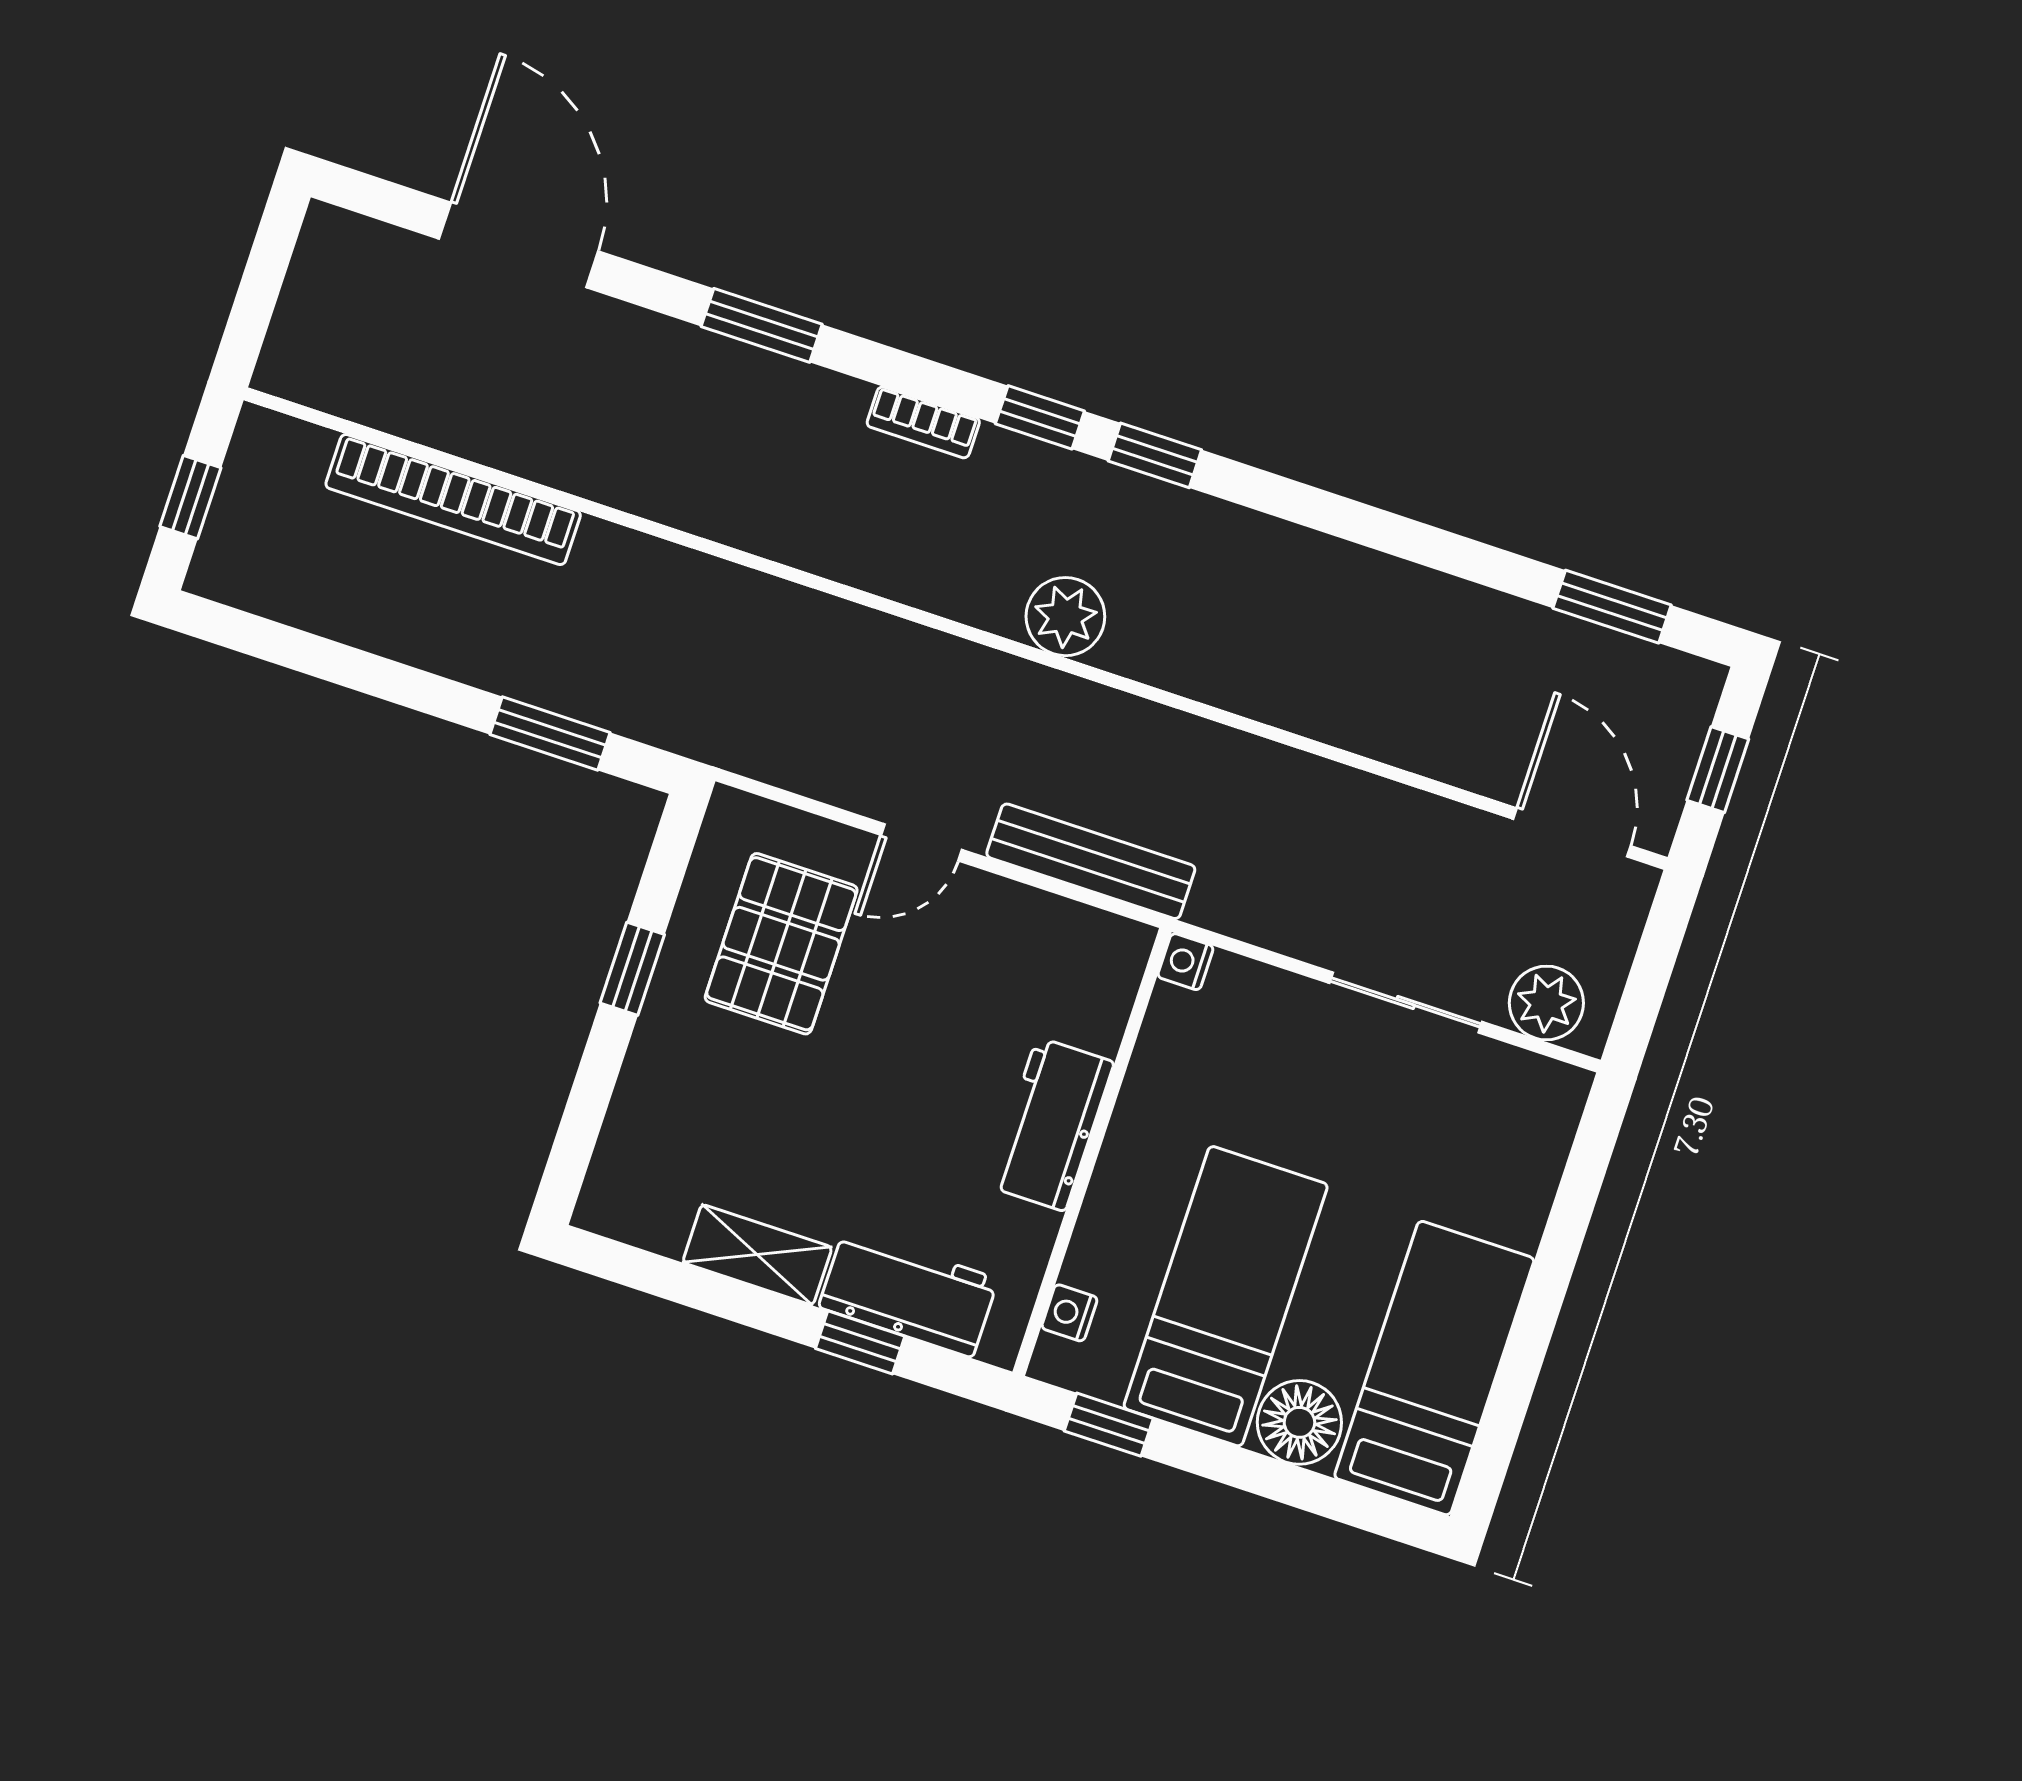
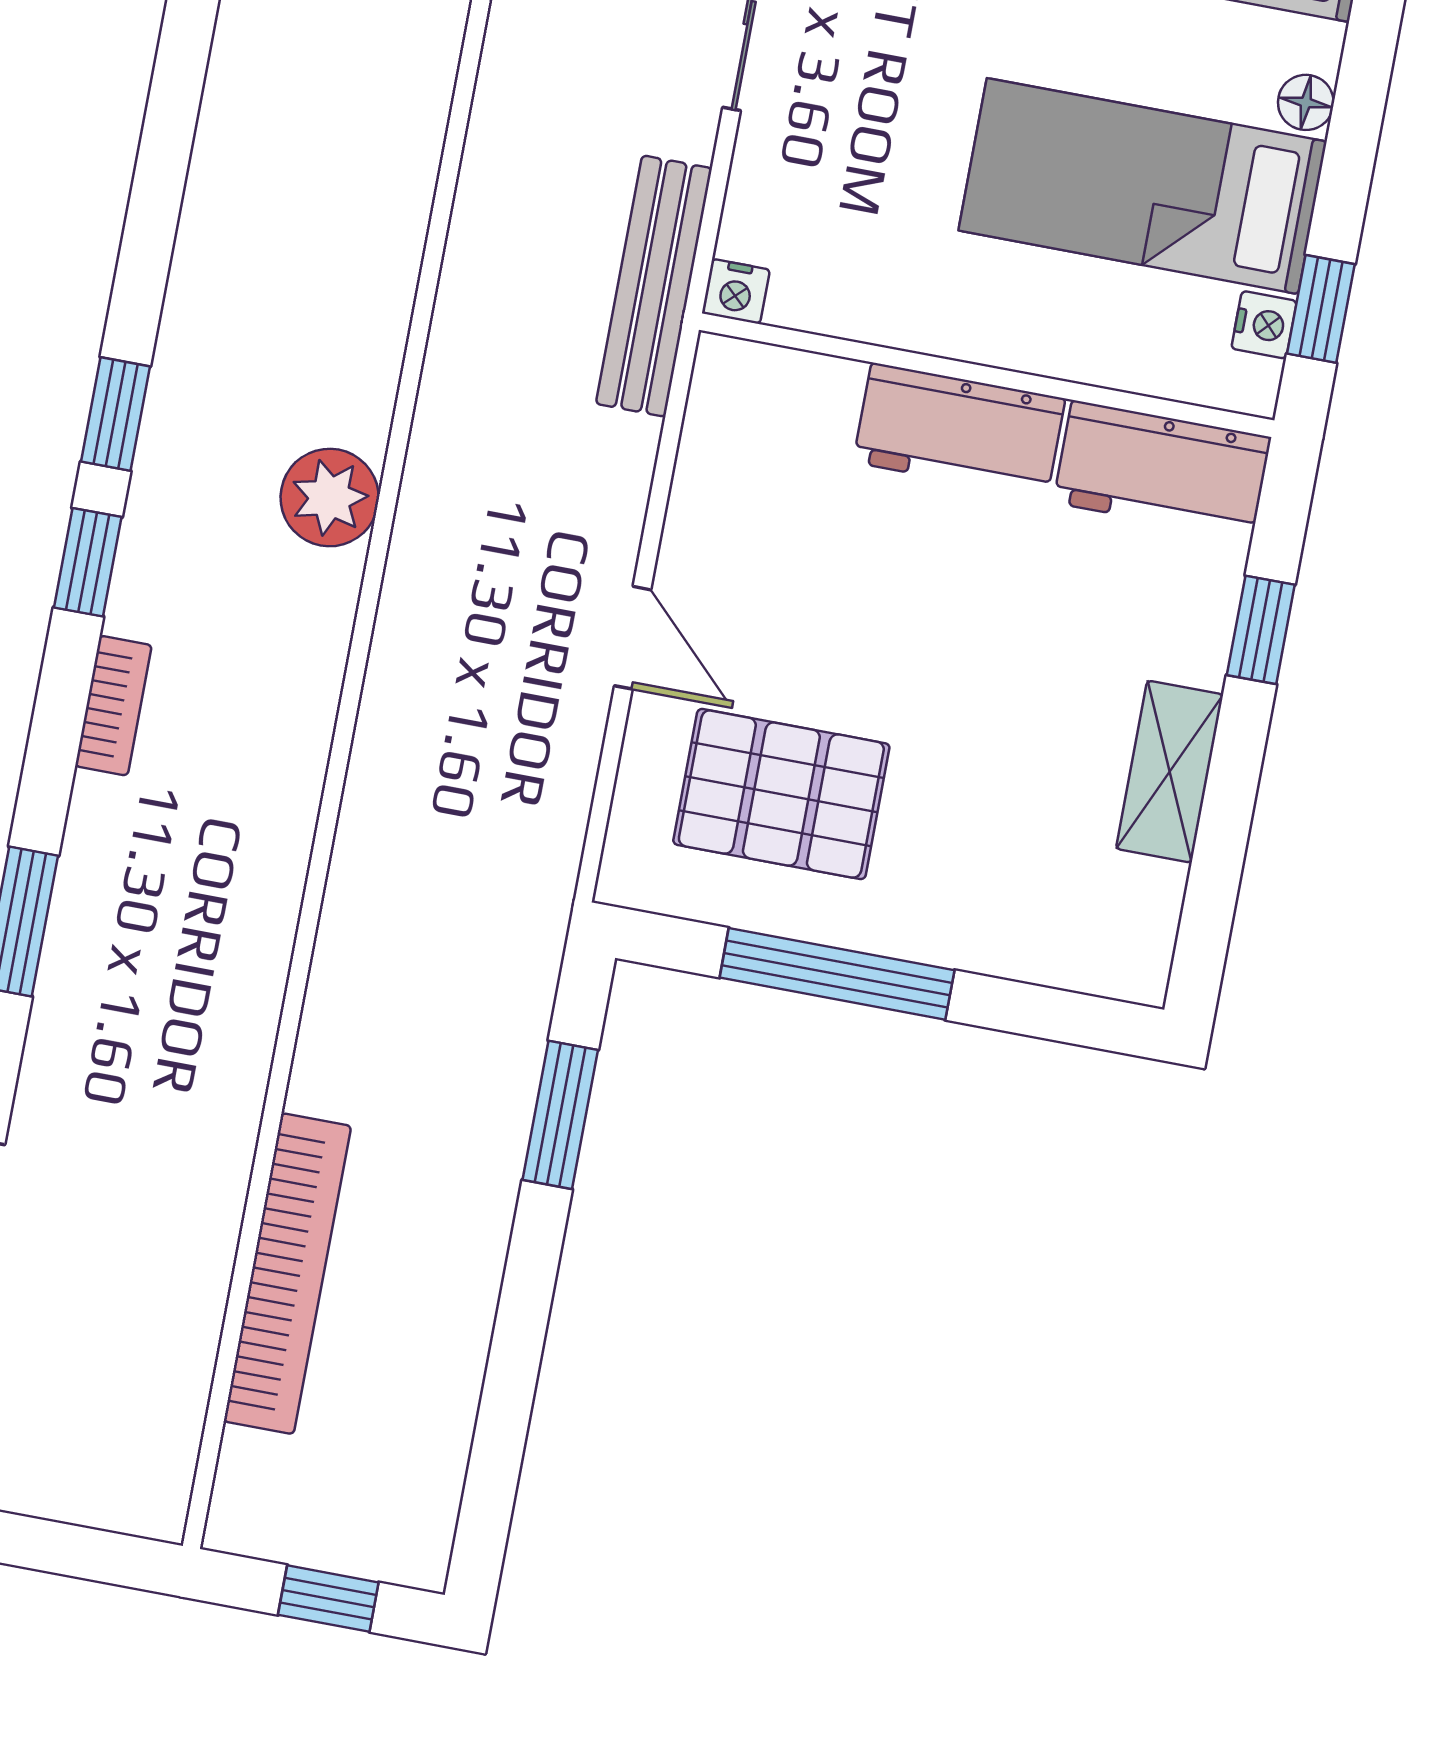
bench: (1091, 861) -> (654, 286), moved
window: (632, 969) -> (837, 974), width x2.17
workbench: (908, 1293) -> (1162, 470), moved, turned -90
nightstand: (1069, 1313) -> (1264, 325), moved, turned -90
floor lamp: (1299, 1422) -> (1306, 102), width x0.53, depth x0.53

